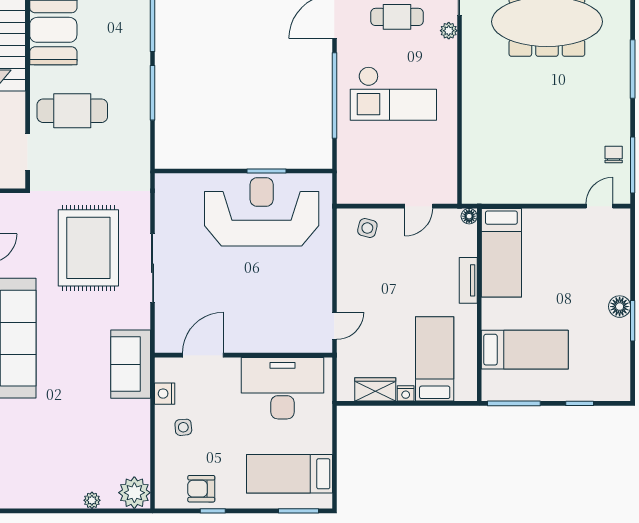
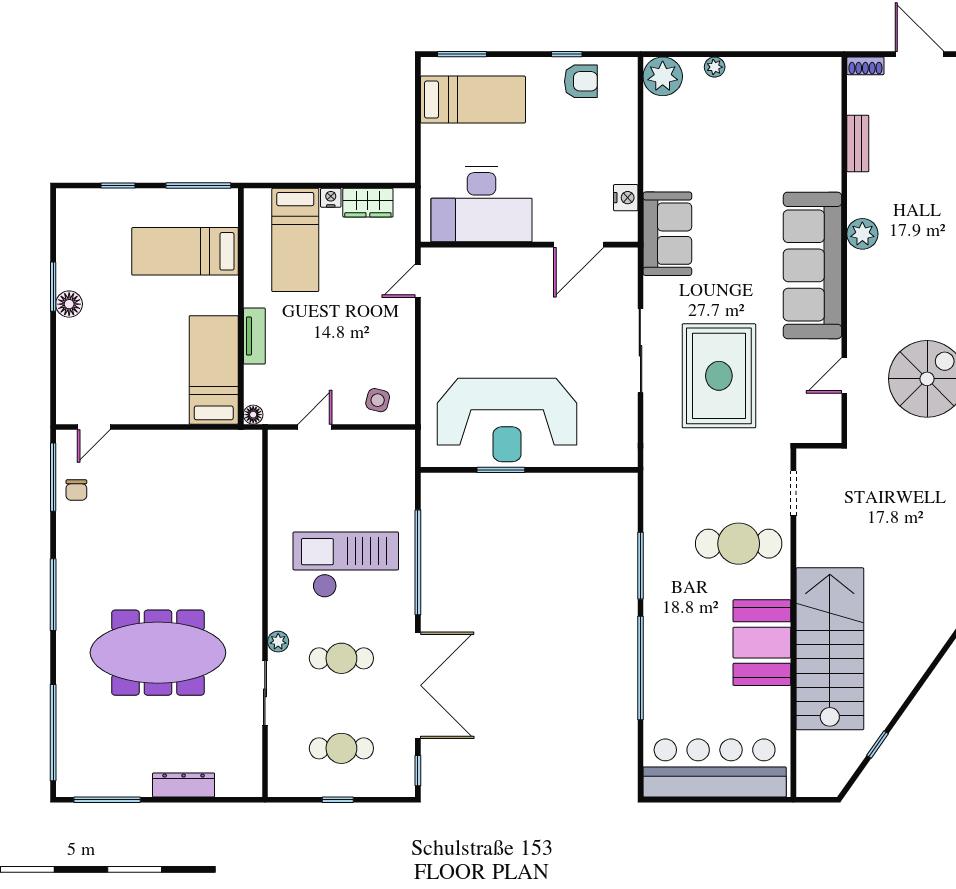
side table: (183, 427) -> (603, 156), removed

